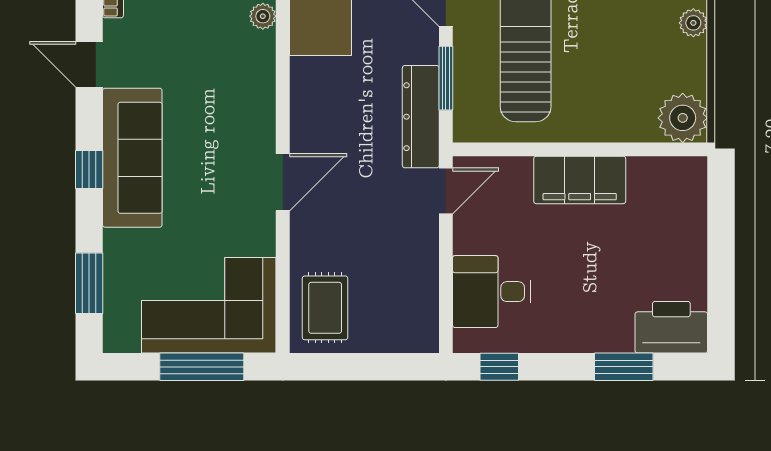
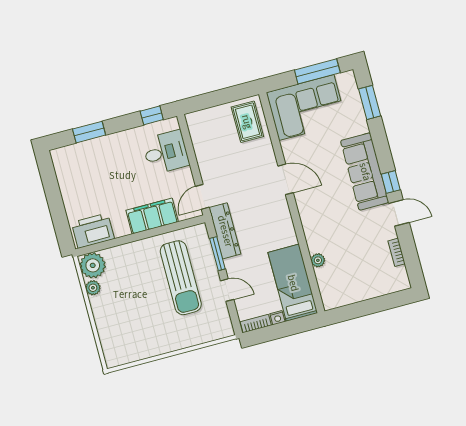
plant: (693, 23) -> (93, 288), moved
window: (89, 169) -> (391, 182), moved
filing cabinet: (580, 180) -> (152, 216), moved
door: (283, 182) -> (286, 179), swing flipped
printer: (671, 327) -> (93, 231), moved, turned 180
window: (202, 367) -> (317, 71), moved

